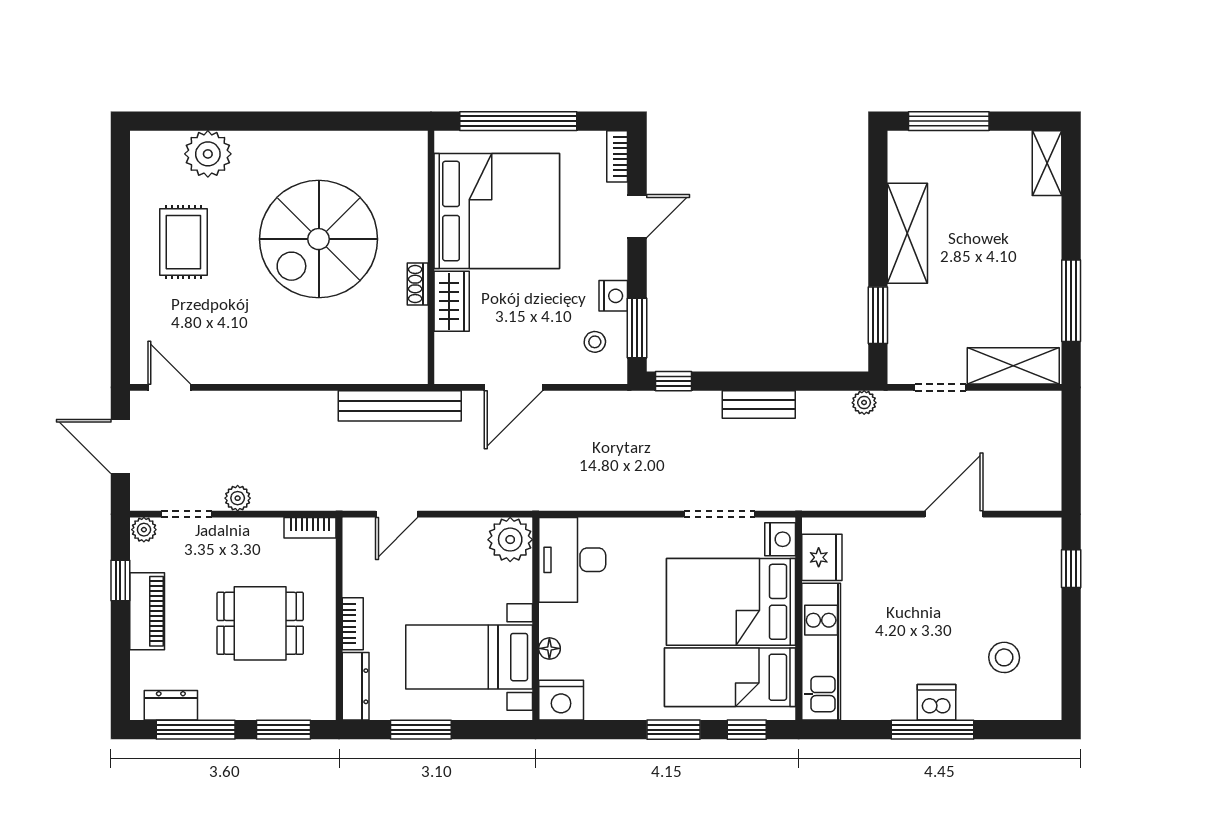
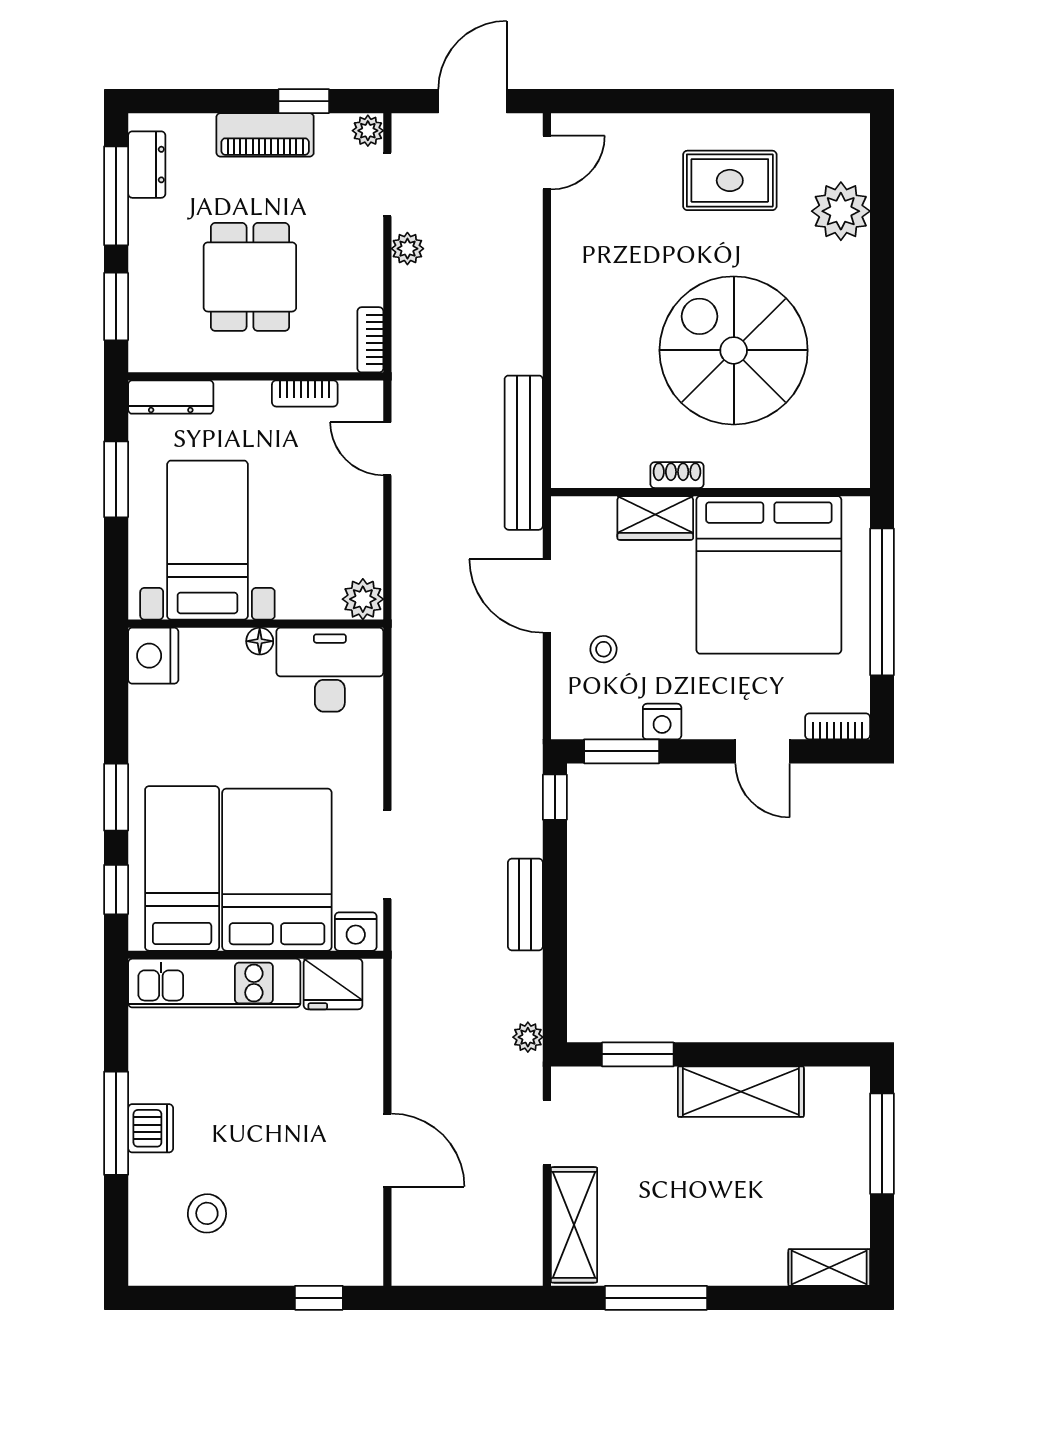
stool: (595, 342) -> (604, 649), moved
plant: (510, 540) -> (363, 599), width x0.73, depth x0.73
bookcase: (353, 624) -> (305, 393), moved
floor lamp: (549, 648) -> (260, 641), moved

